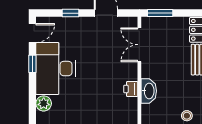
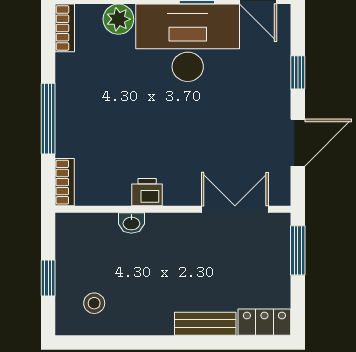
washbasin: (149, 91) -> (131, 223), width x0.52, depth x0.69

